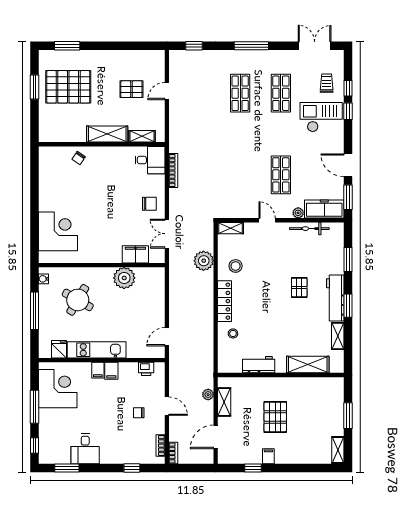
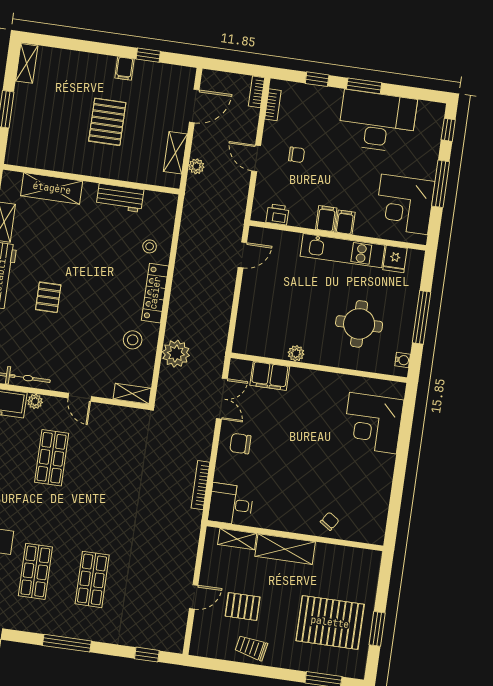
trolley: (121, 61) -> (251, 648), added
plant: (124, 278) -> (296, 353), width x0.53, depth x0.53
round table: (78, 300) -> (359, 324), turned -30
desk: (85, 449) -> (377, 121), width x1.87, depth x1.30
window: (67, 468) -> (364, 86), moved

